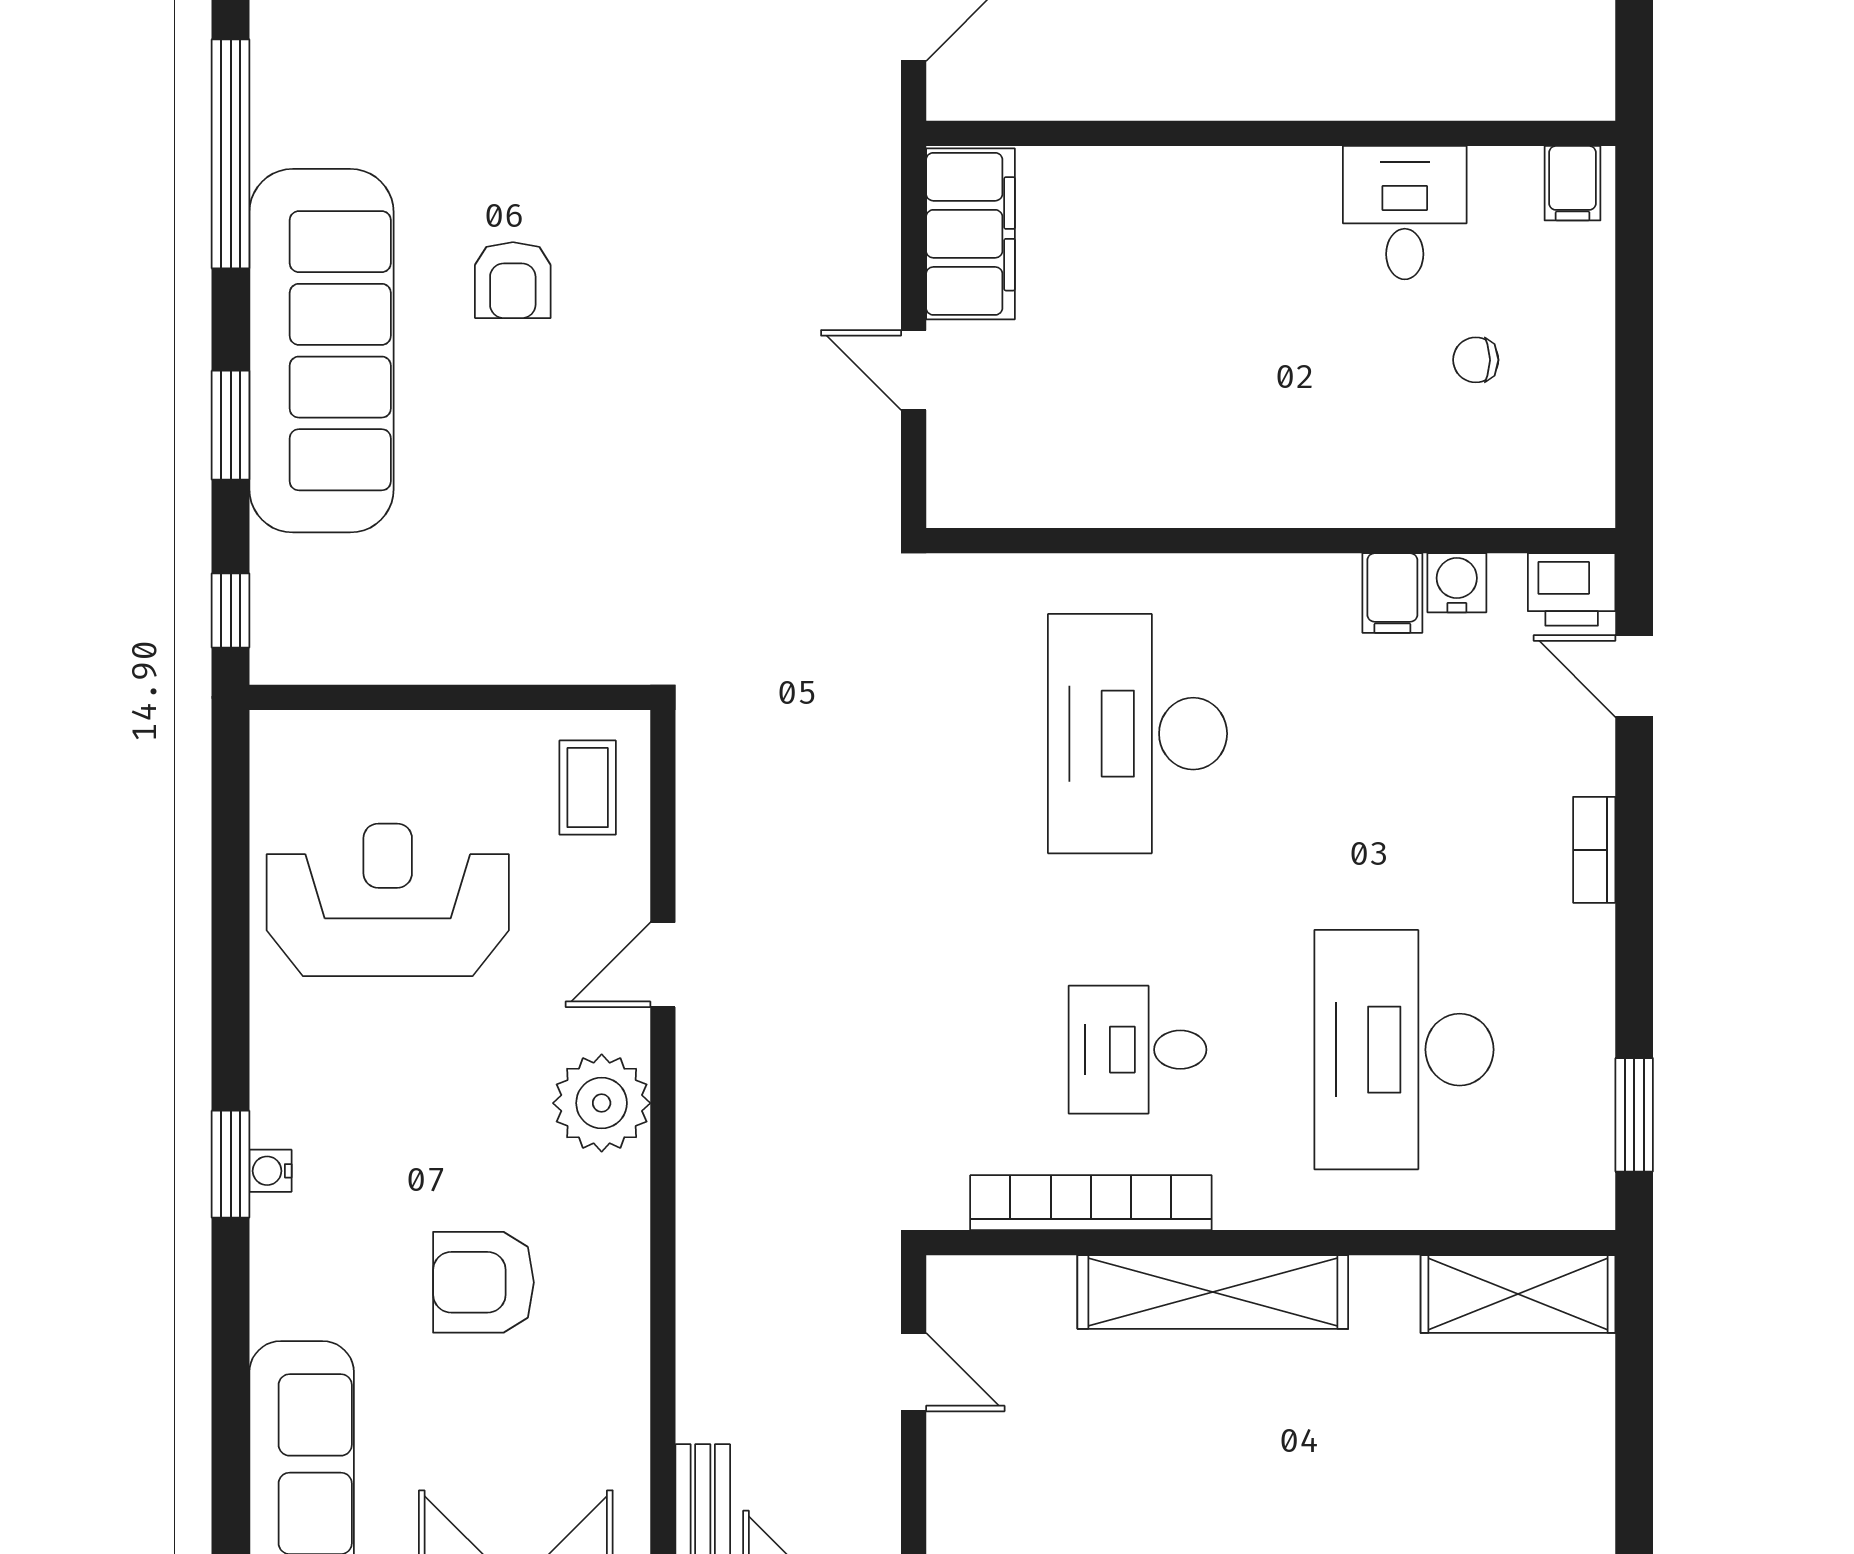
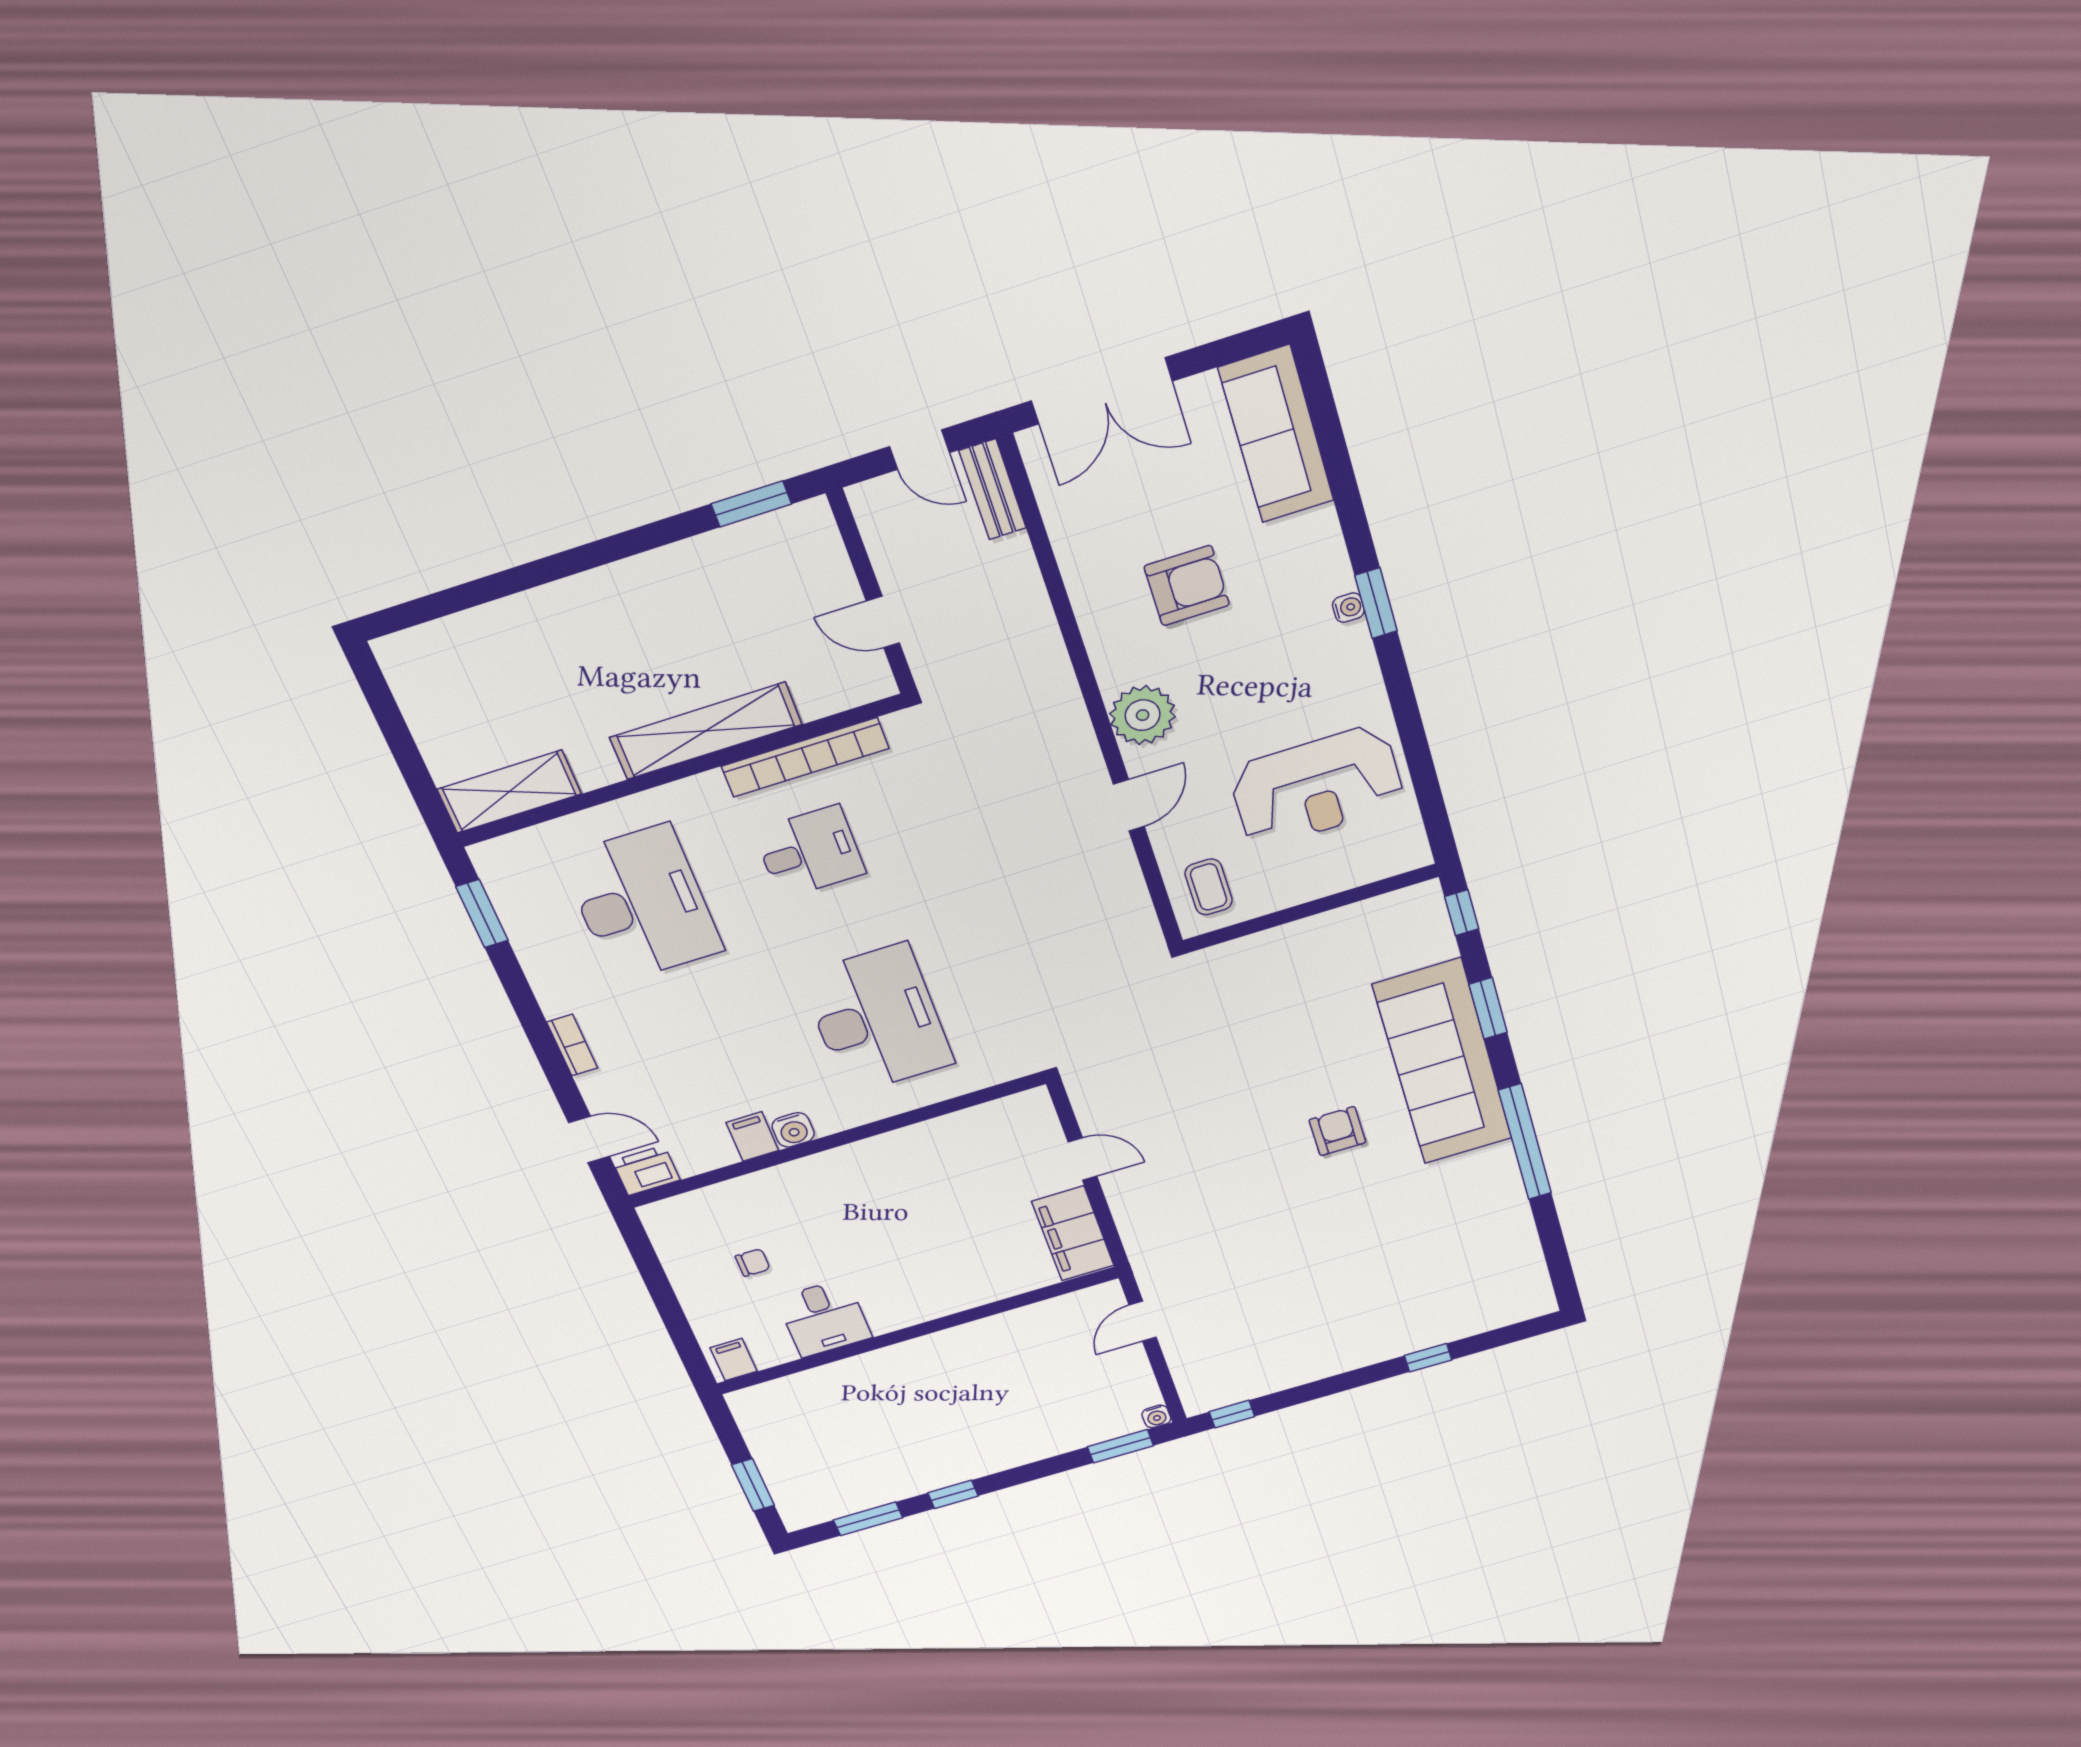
water cooler: (1457, 583) -> (793, 1130), moved

